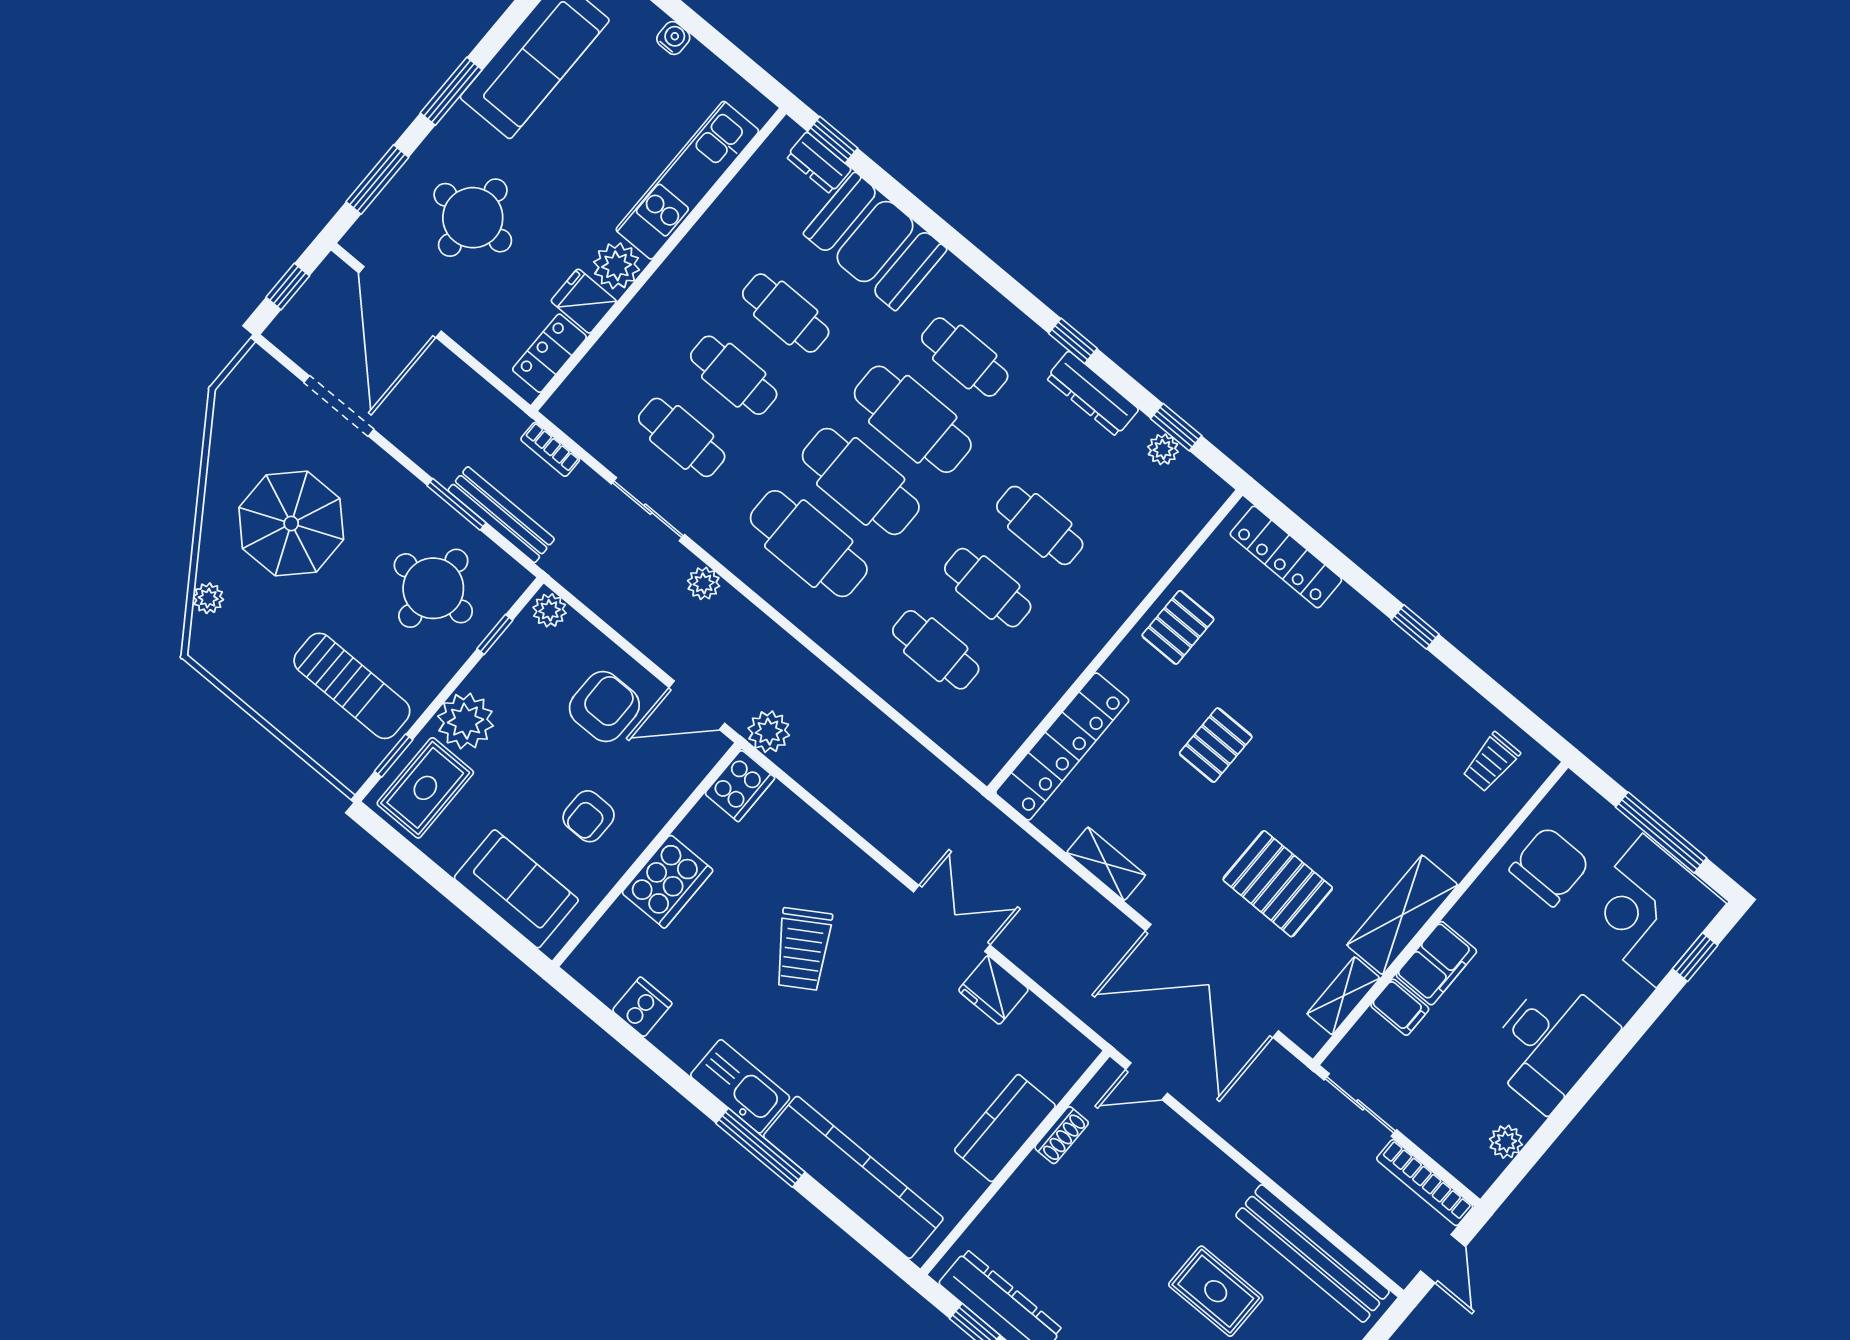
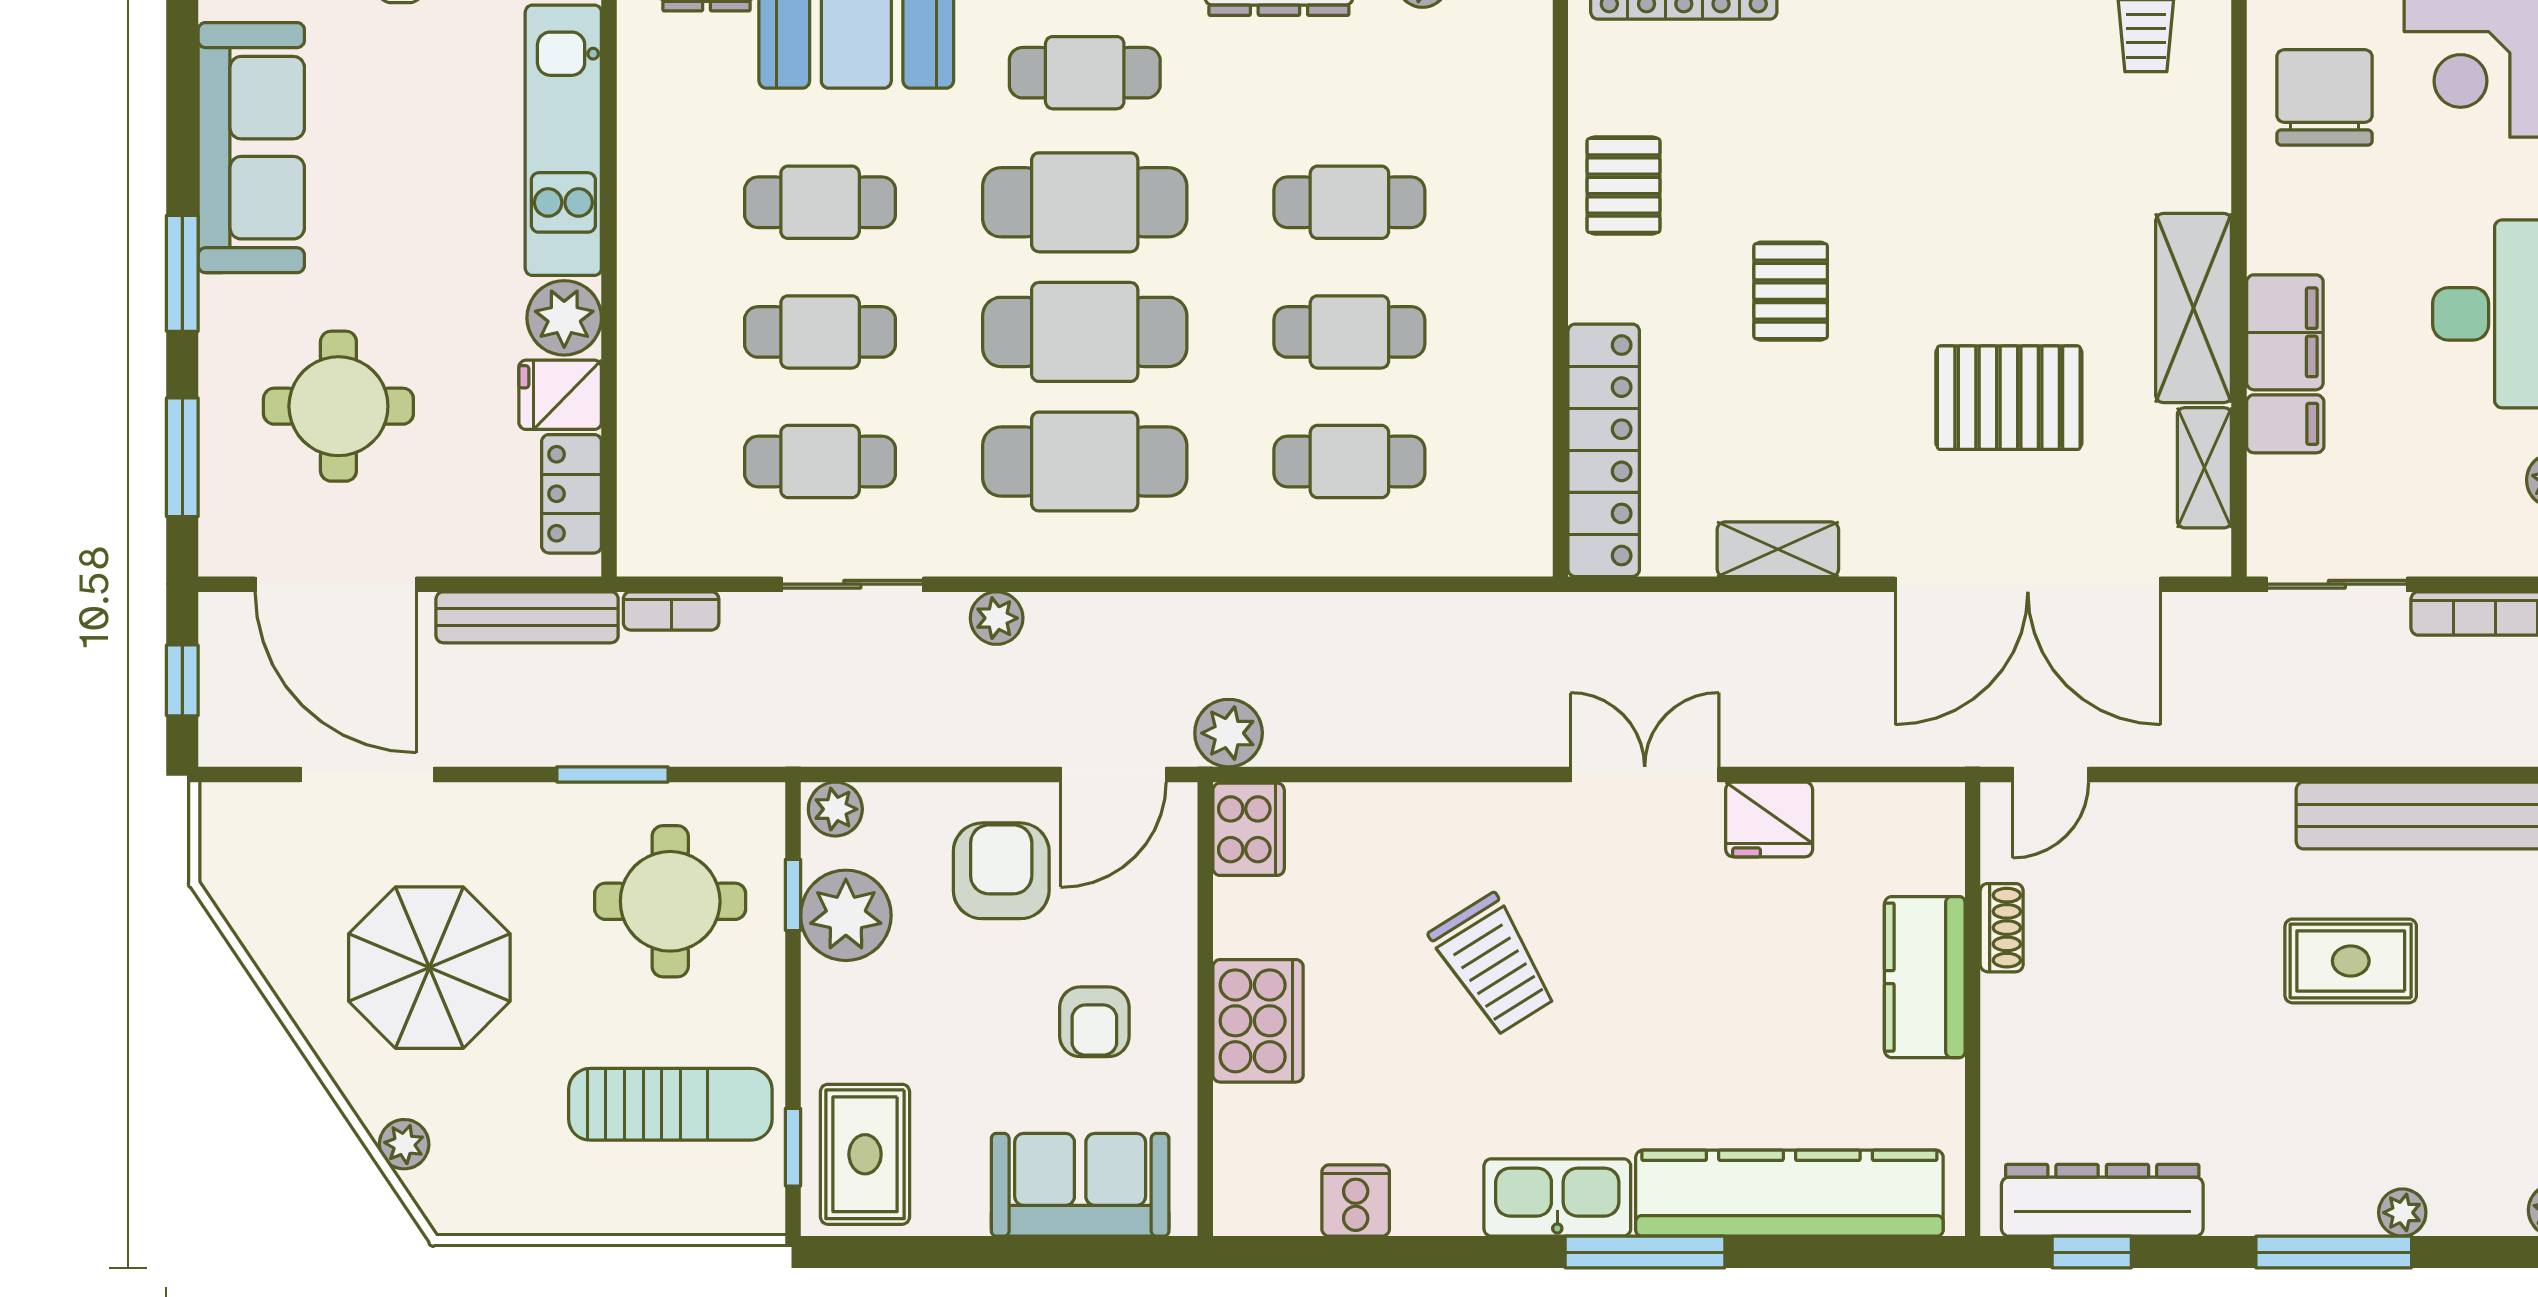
bench: (501, 515) -> (527, 617), moved
plant: (466, 721) -> (846, 915), moved

